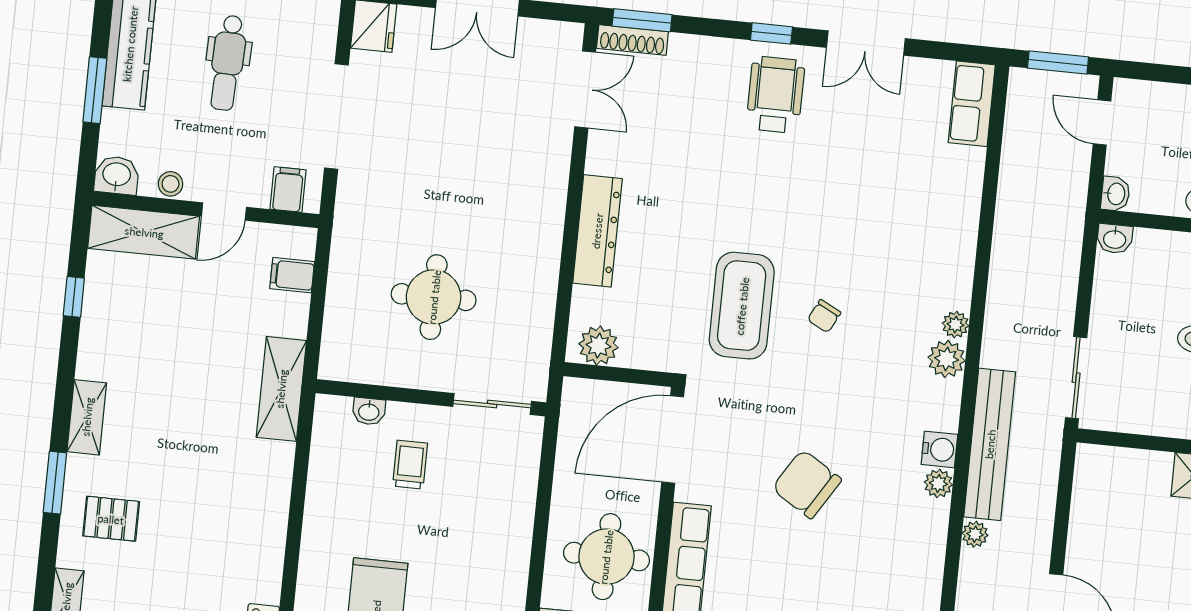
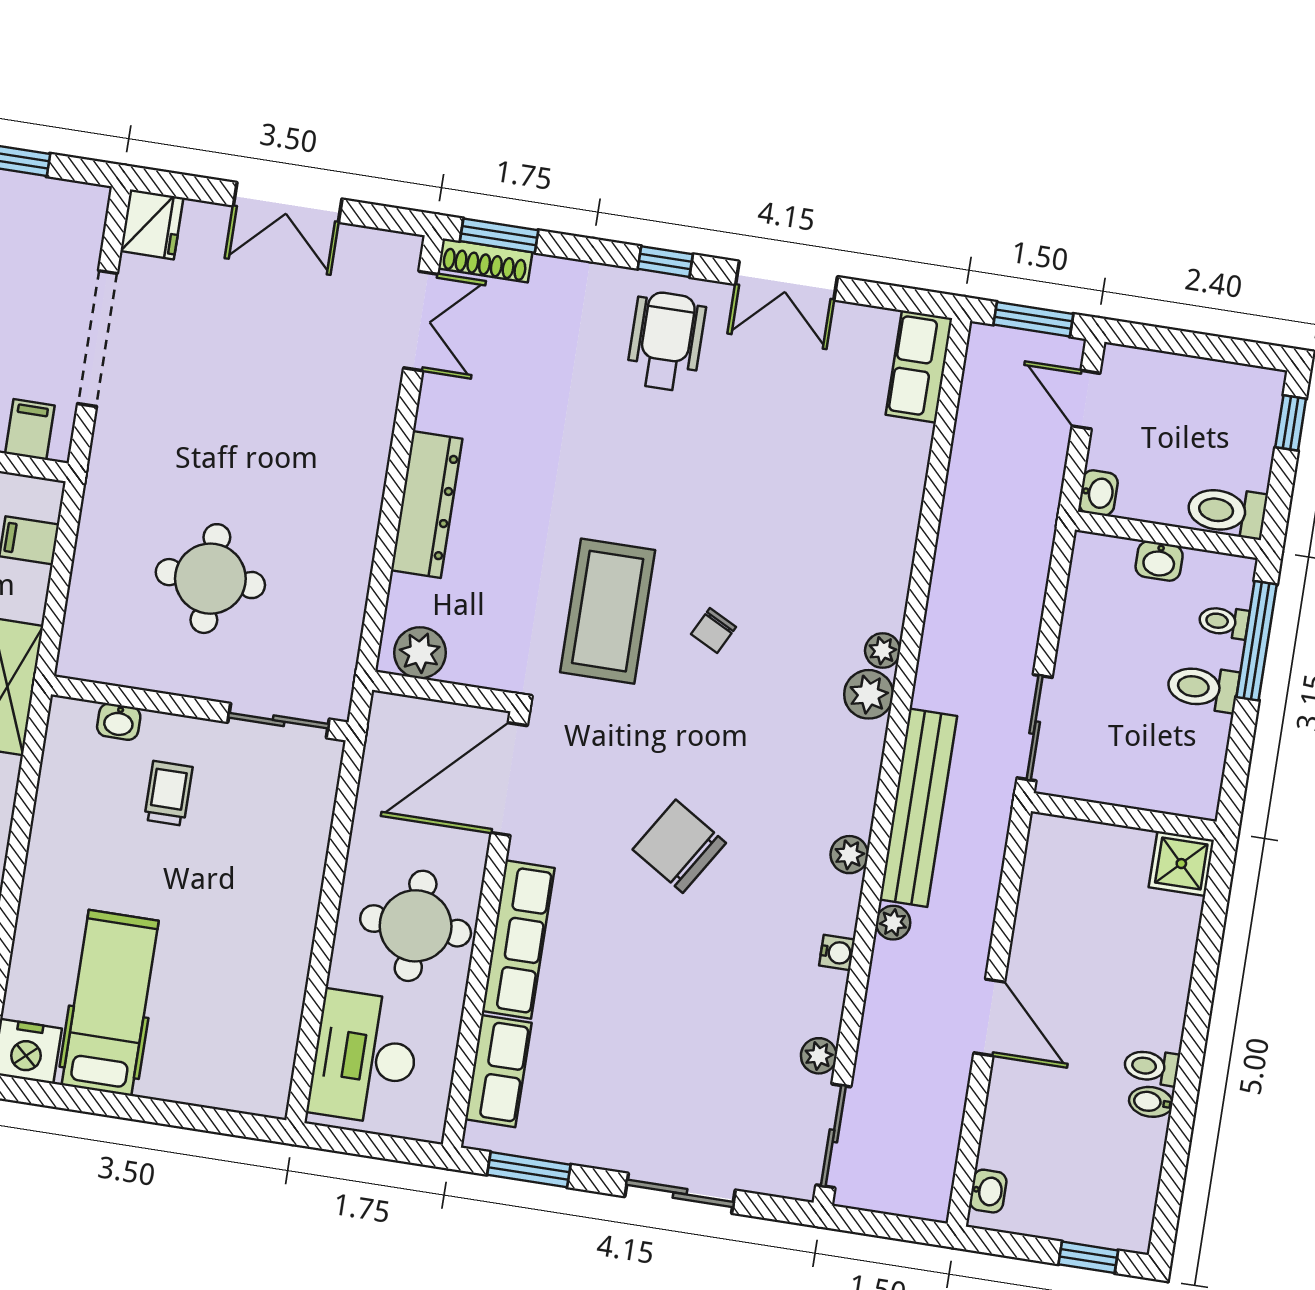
washbasin: (1115, 239) -> (1159, 561), moved
water cooler: (939, 449) -> (837, 953), moved, width x0.72, depth x0.72

